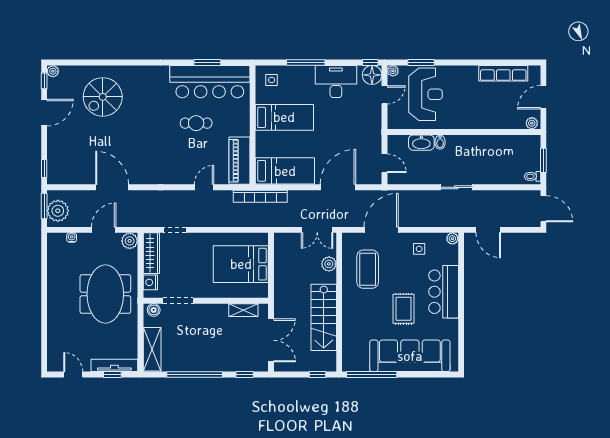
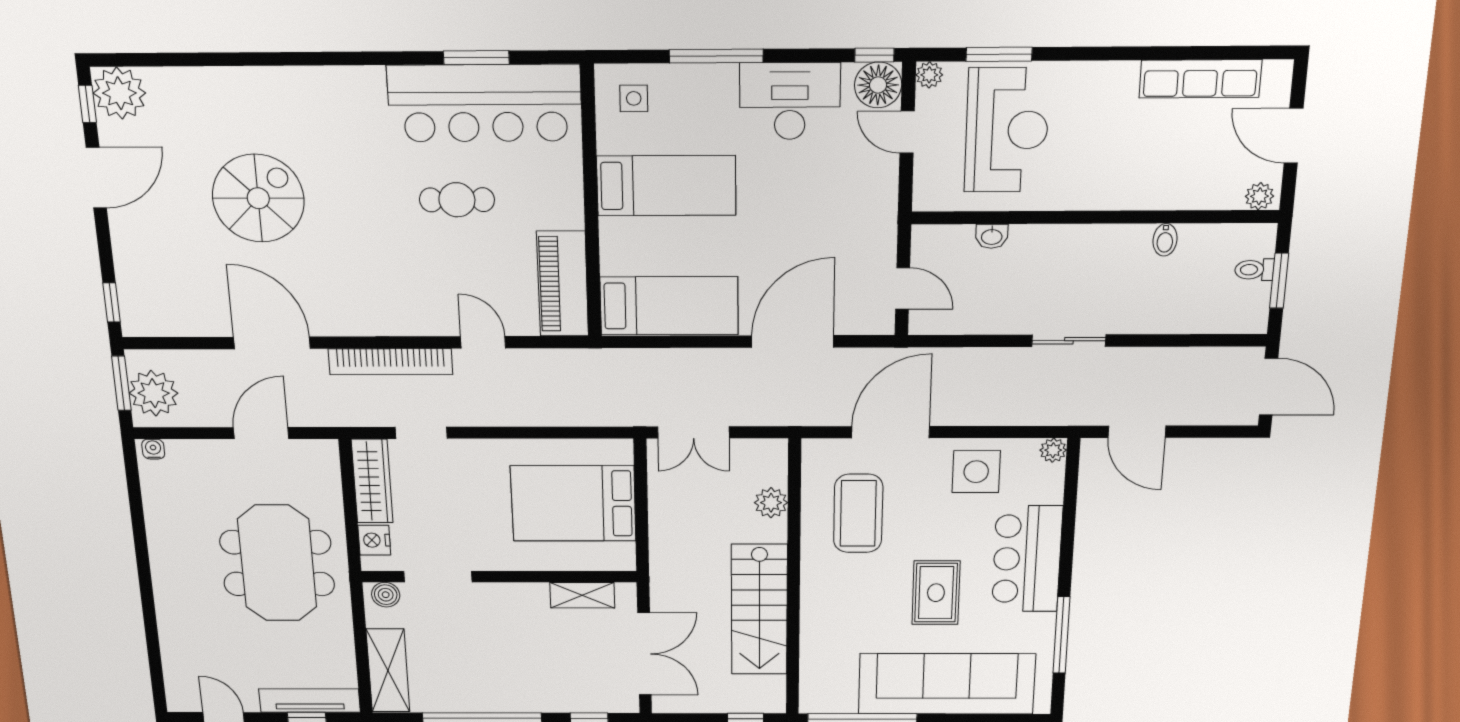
plant: (53, 71) -> (119, 93), width x1.88, depth x1.88
door: (385, 95) -> (907, 132), swing flipped
spiral stairs: (103, 97) -> (258, 198), moved, turned 180
door: (543, 97) -> (1294, 136), hinge flipped
bidet: (440, 142) -> (1165, 240), moved
washbasin: (421, 143) -> (992, 236), width x0.52, depth x0.69
toilet: (533, 176) -> (1254, 270), moved
door: (204, 187) -> (483, 342), hinge flipped
bookcase: (260, 196) -> (390, 362), moved
double door: (317, 230) -> (693, 432), moved
water cooler: (72, 238) -> (153, 449), moved
plant: (130, 241) -> (321, 456), removed
side table: (419, 249) -> (976, 472), width x1.87, depth x1.87
window: (461, 330) -> (1062, 635), added

